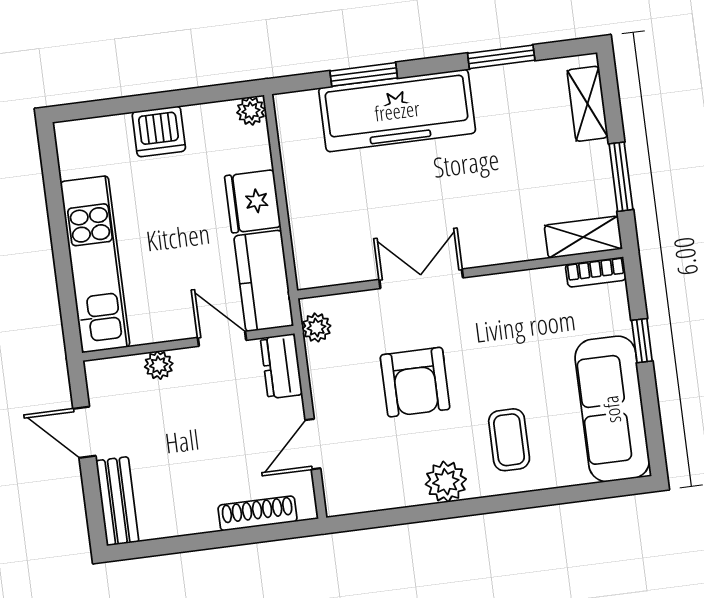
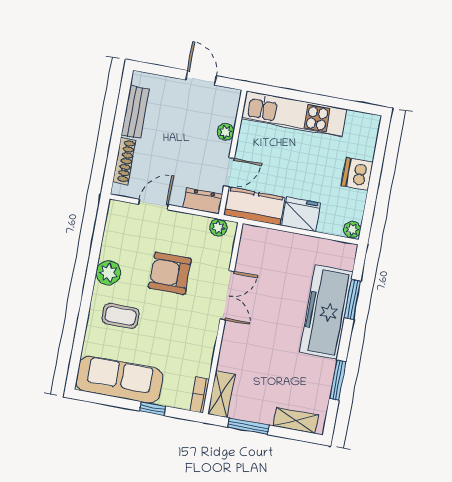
door: (84, 432) -> (201, 78), hinge flipped
door: (313, 444) -> (153, 204), hinge flipped
bench: (117, 501) -> (135, 112), moved, turned 90

